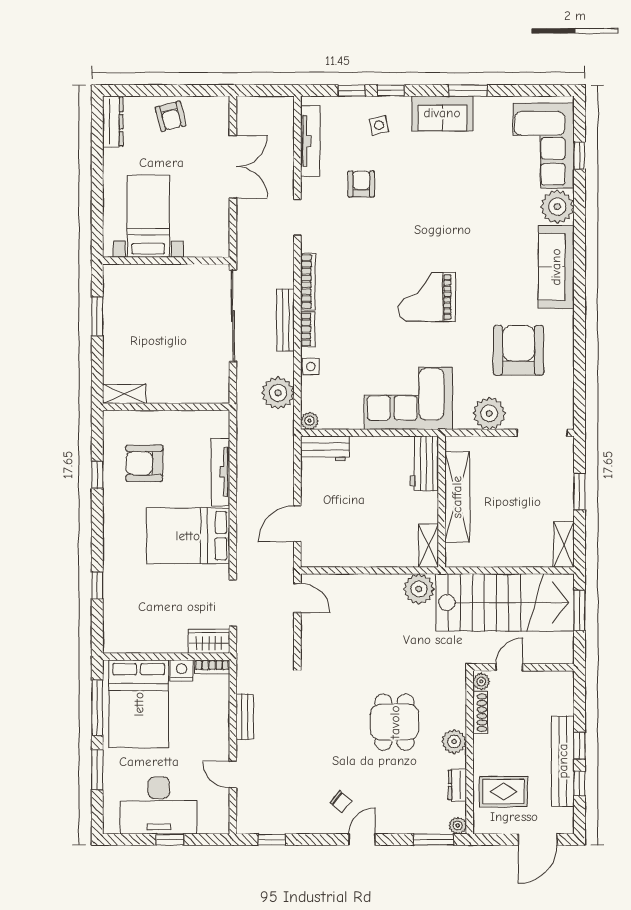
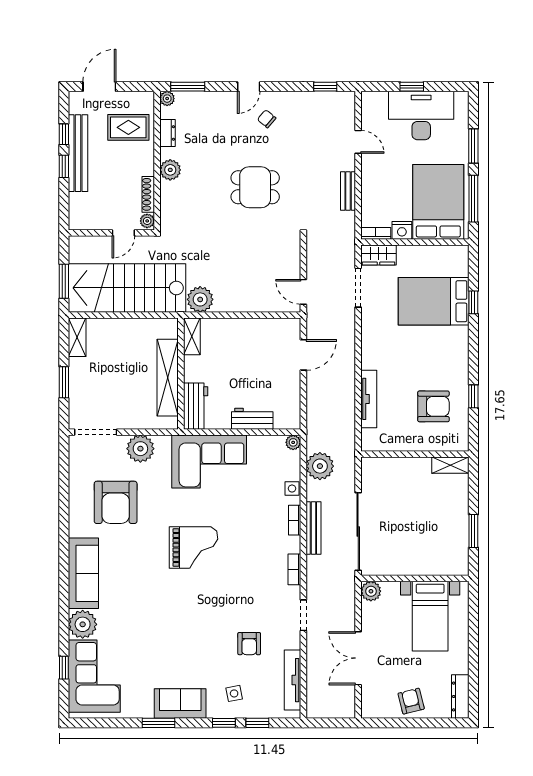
plant: (218, 246) -> (371, 591), added
bookcase: (308, 281) -> (294, 569), width x0.64
workbench: (325, 449) -> (252, 419), moved
bed: (188, 536) -> (434, 301), moved, turned 180
dining table: (395, 722) -> (255, 187), moved, turned 90

